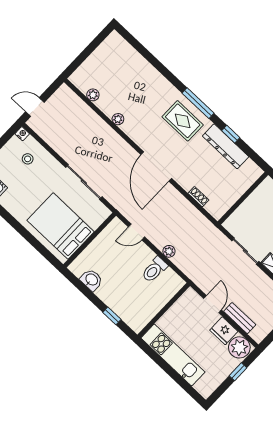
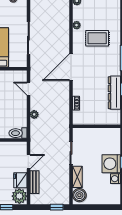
rug: (183, 121) -> (97, 38), moved, turned 90
toilet: (154, 270) -> (18, 133), moved

